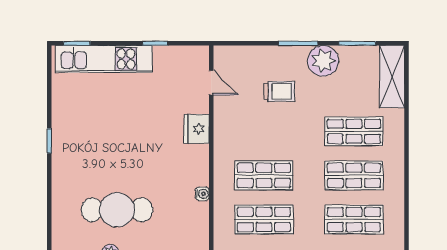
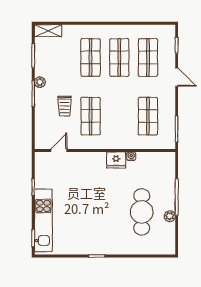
plant: (323, 61) -> (40, 82), width x0.53, depth x0.53
shelving: (392, 77) -> (48, 31), width x0.67, depth x0.75
trolley: (279, 91) -> (65, 106), turned 180
fridge: (197, 129) -> (116, 160), moved
shop shelf: (264, 175) -> (91, 116), moved

